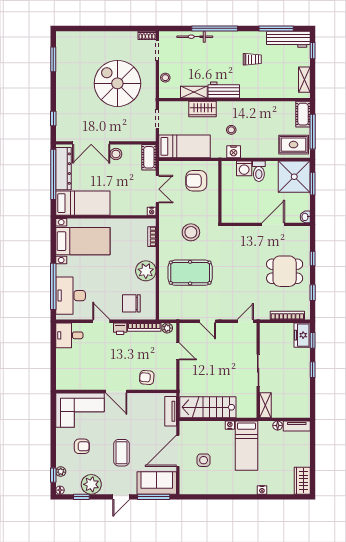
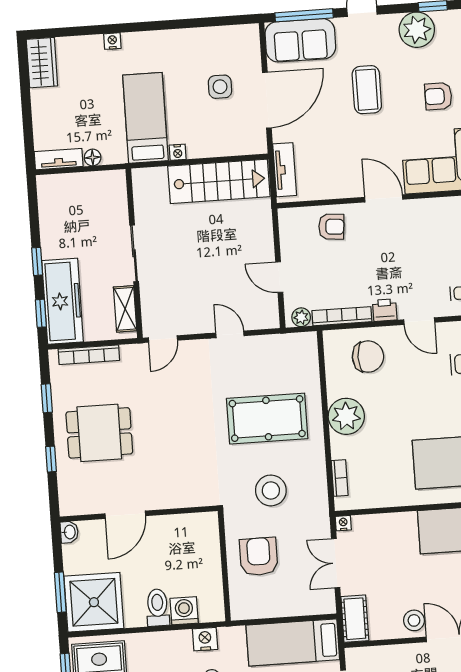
armchair: (196, 181) -> (259, 557), moved, turned -90
freezer: (302, 335) -> (63, 301), width x1.91, depth x1.26
shelving: (265, 405) -> (125, 309), moved

